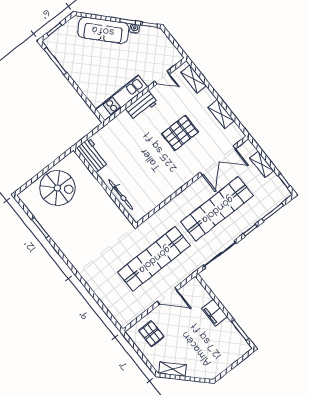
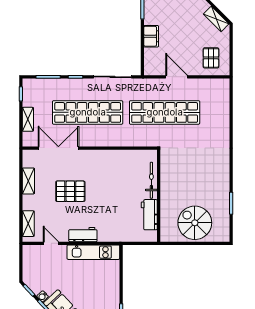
workbench: (92, 155) -> (149, 215), moved

